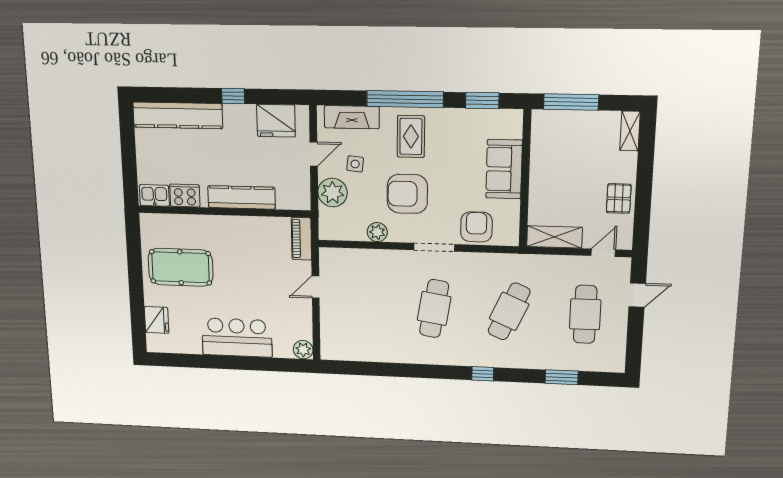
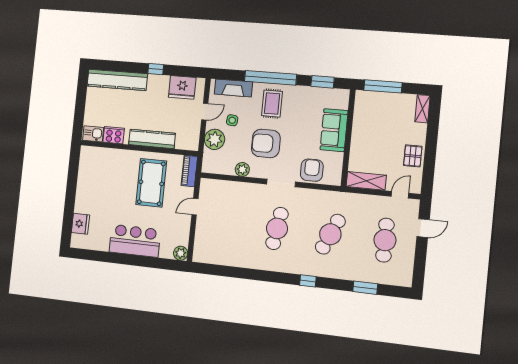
pool table: (181, 267) -> (151, 183), moved, turned 90

